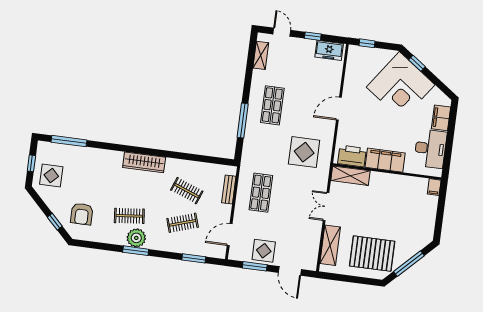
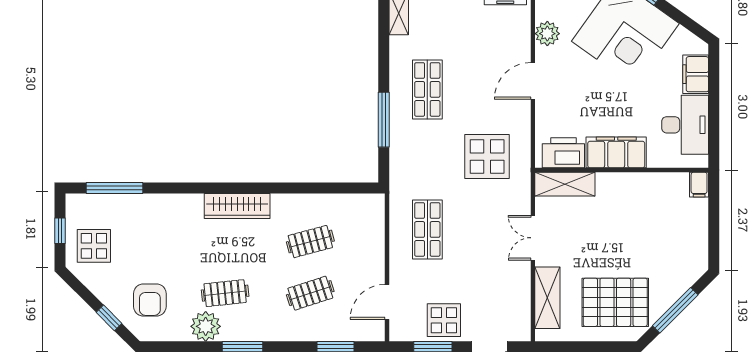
plant: (352, 80) -> (547, 34), added
bench: (229, 190) -> (376, 231), removed
clothes rail: (187, 191) -> (310, 242), turned -36
plant: (136, 238) -> (206, 326), moved

